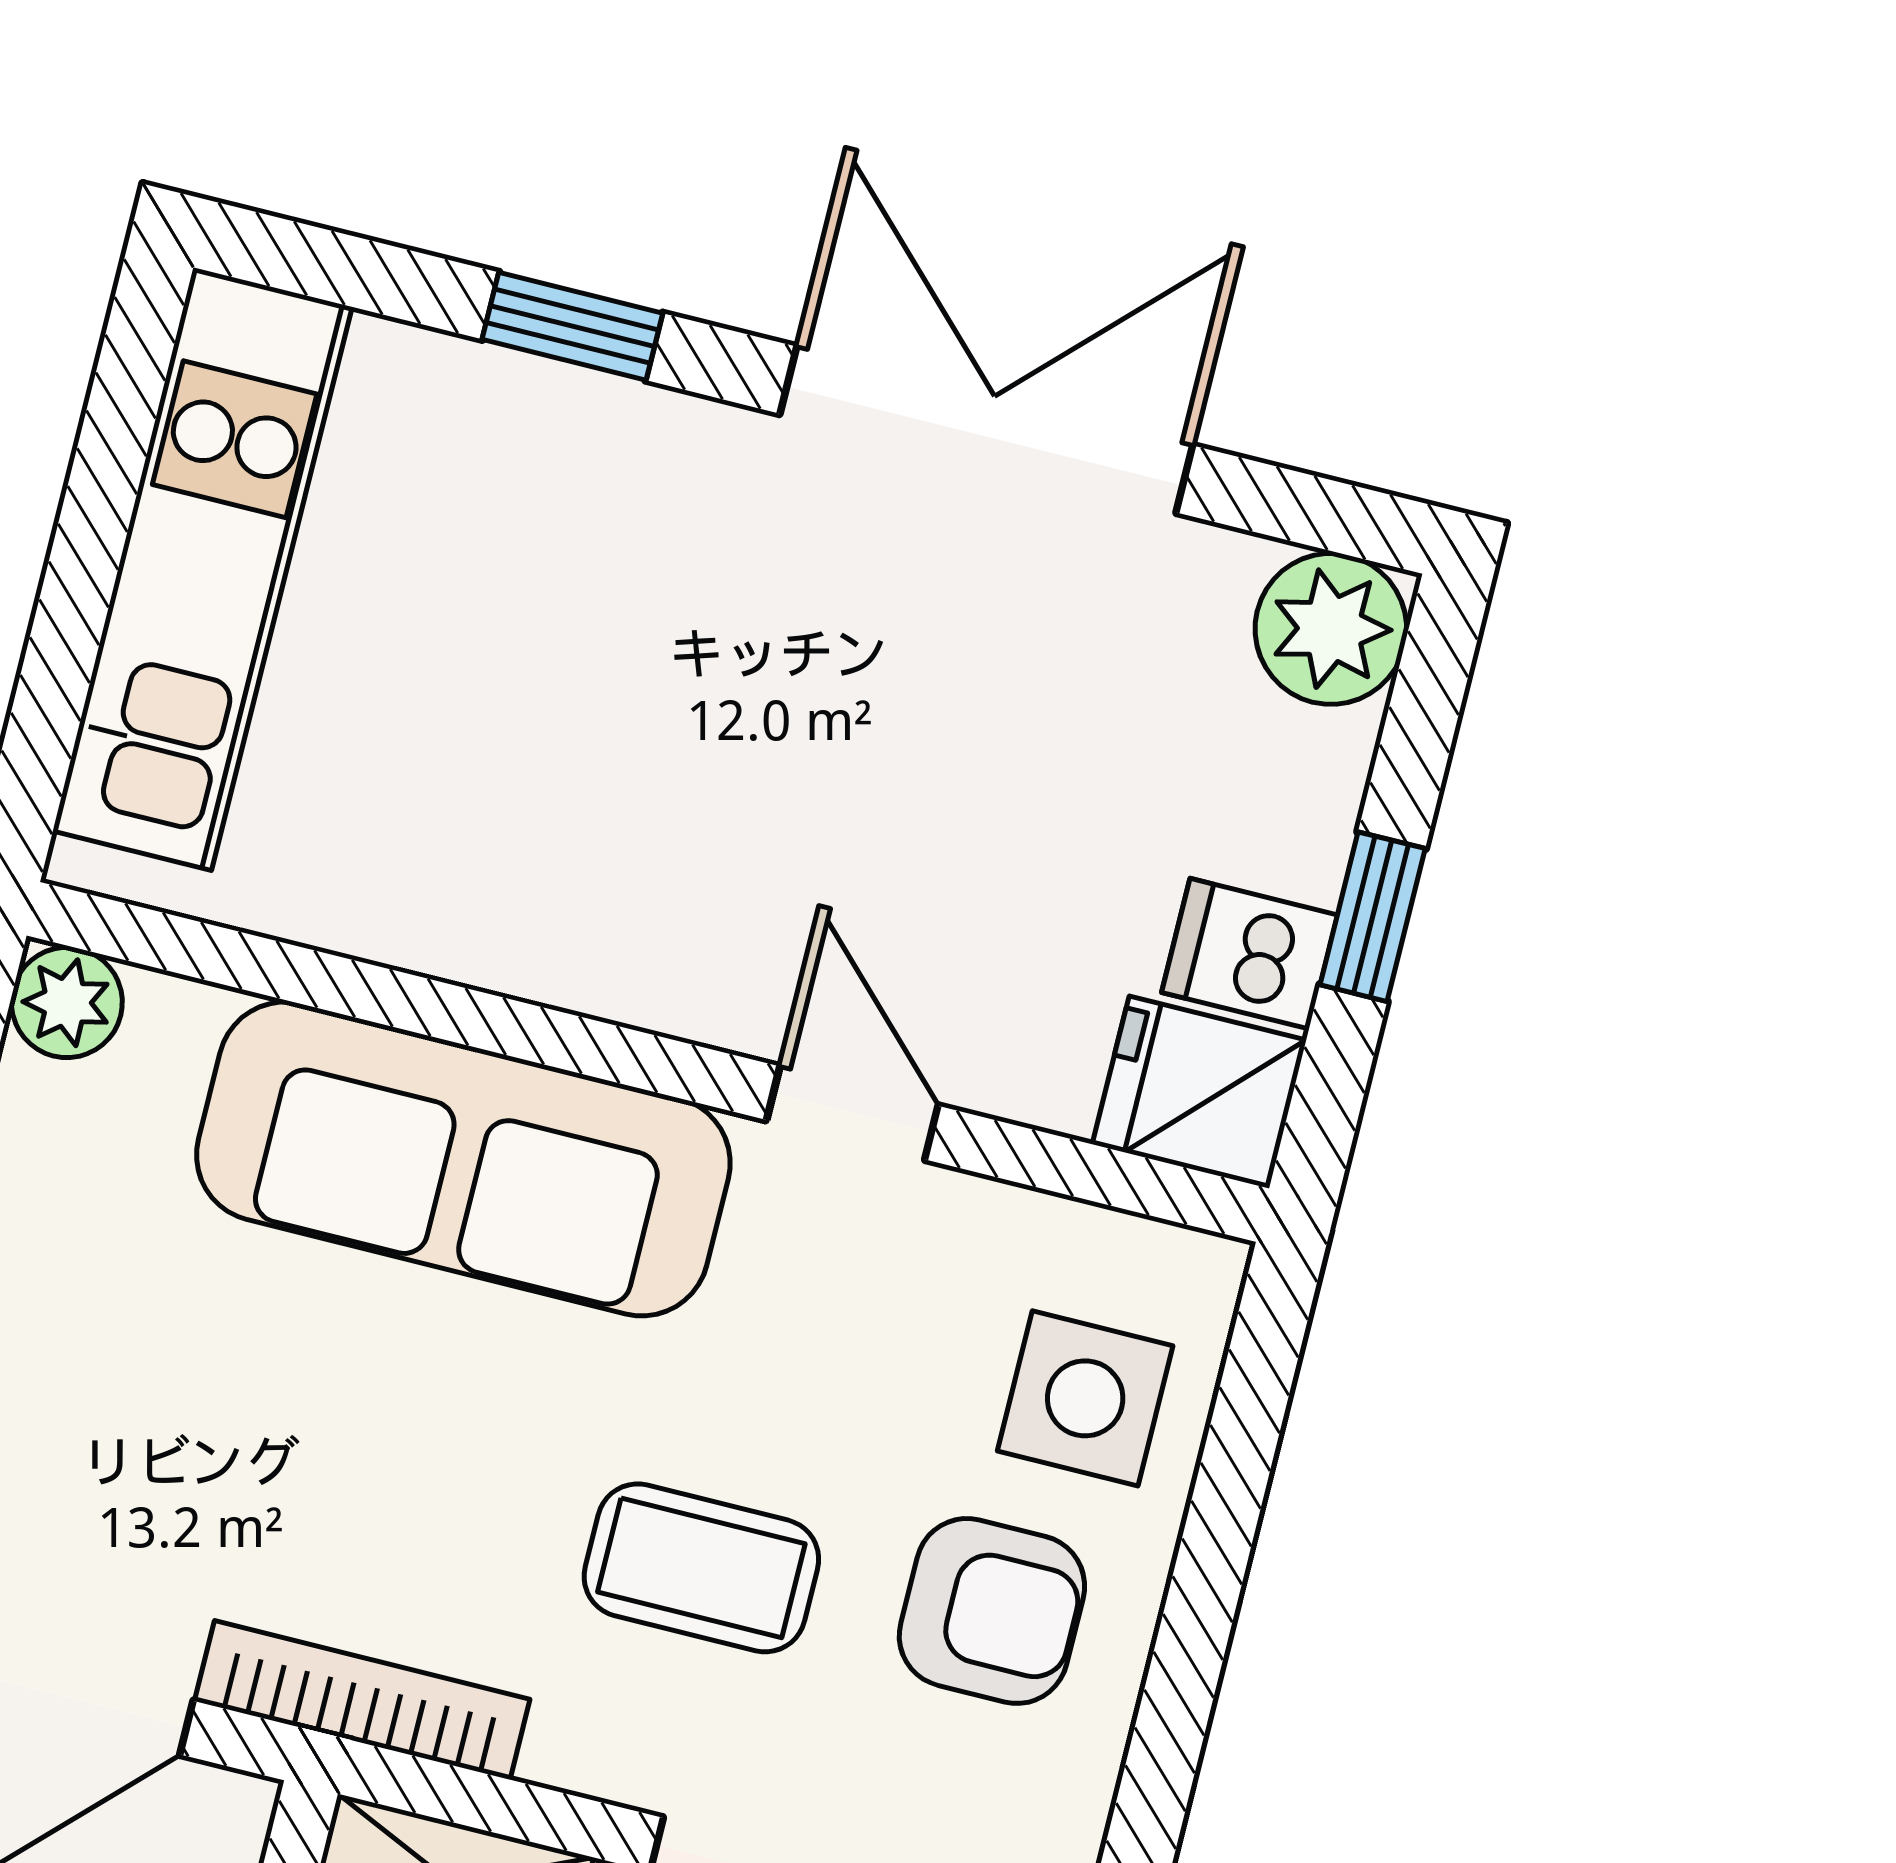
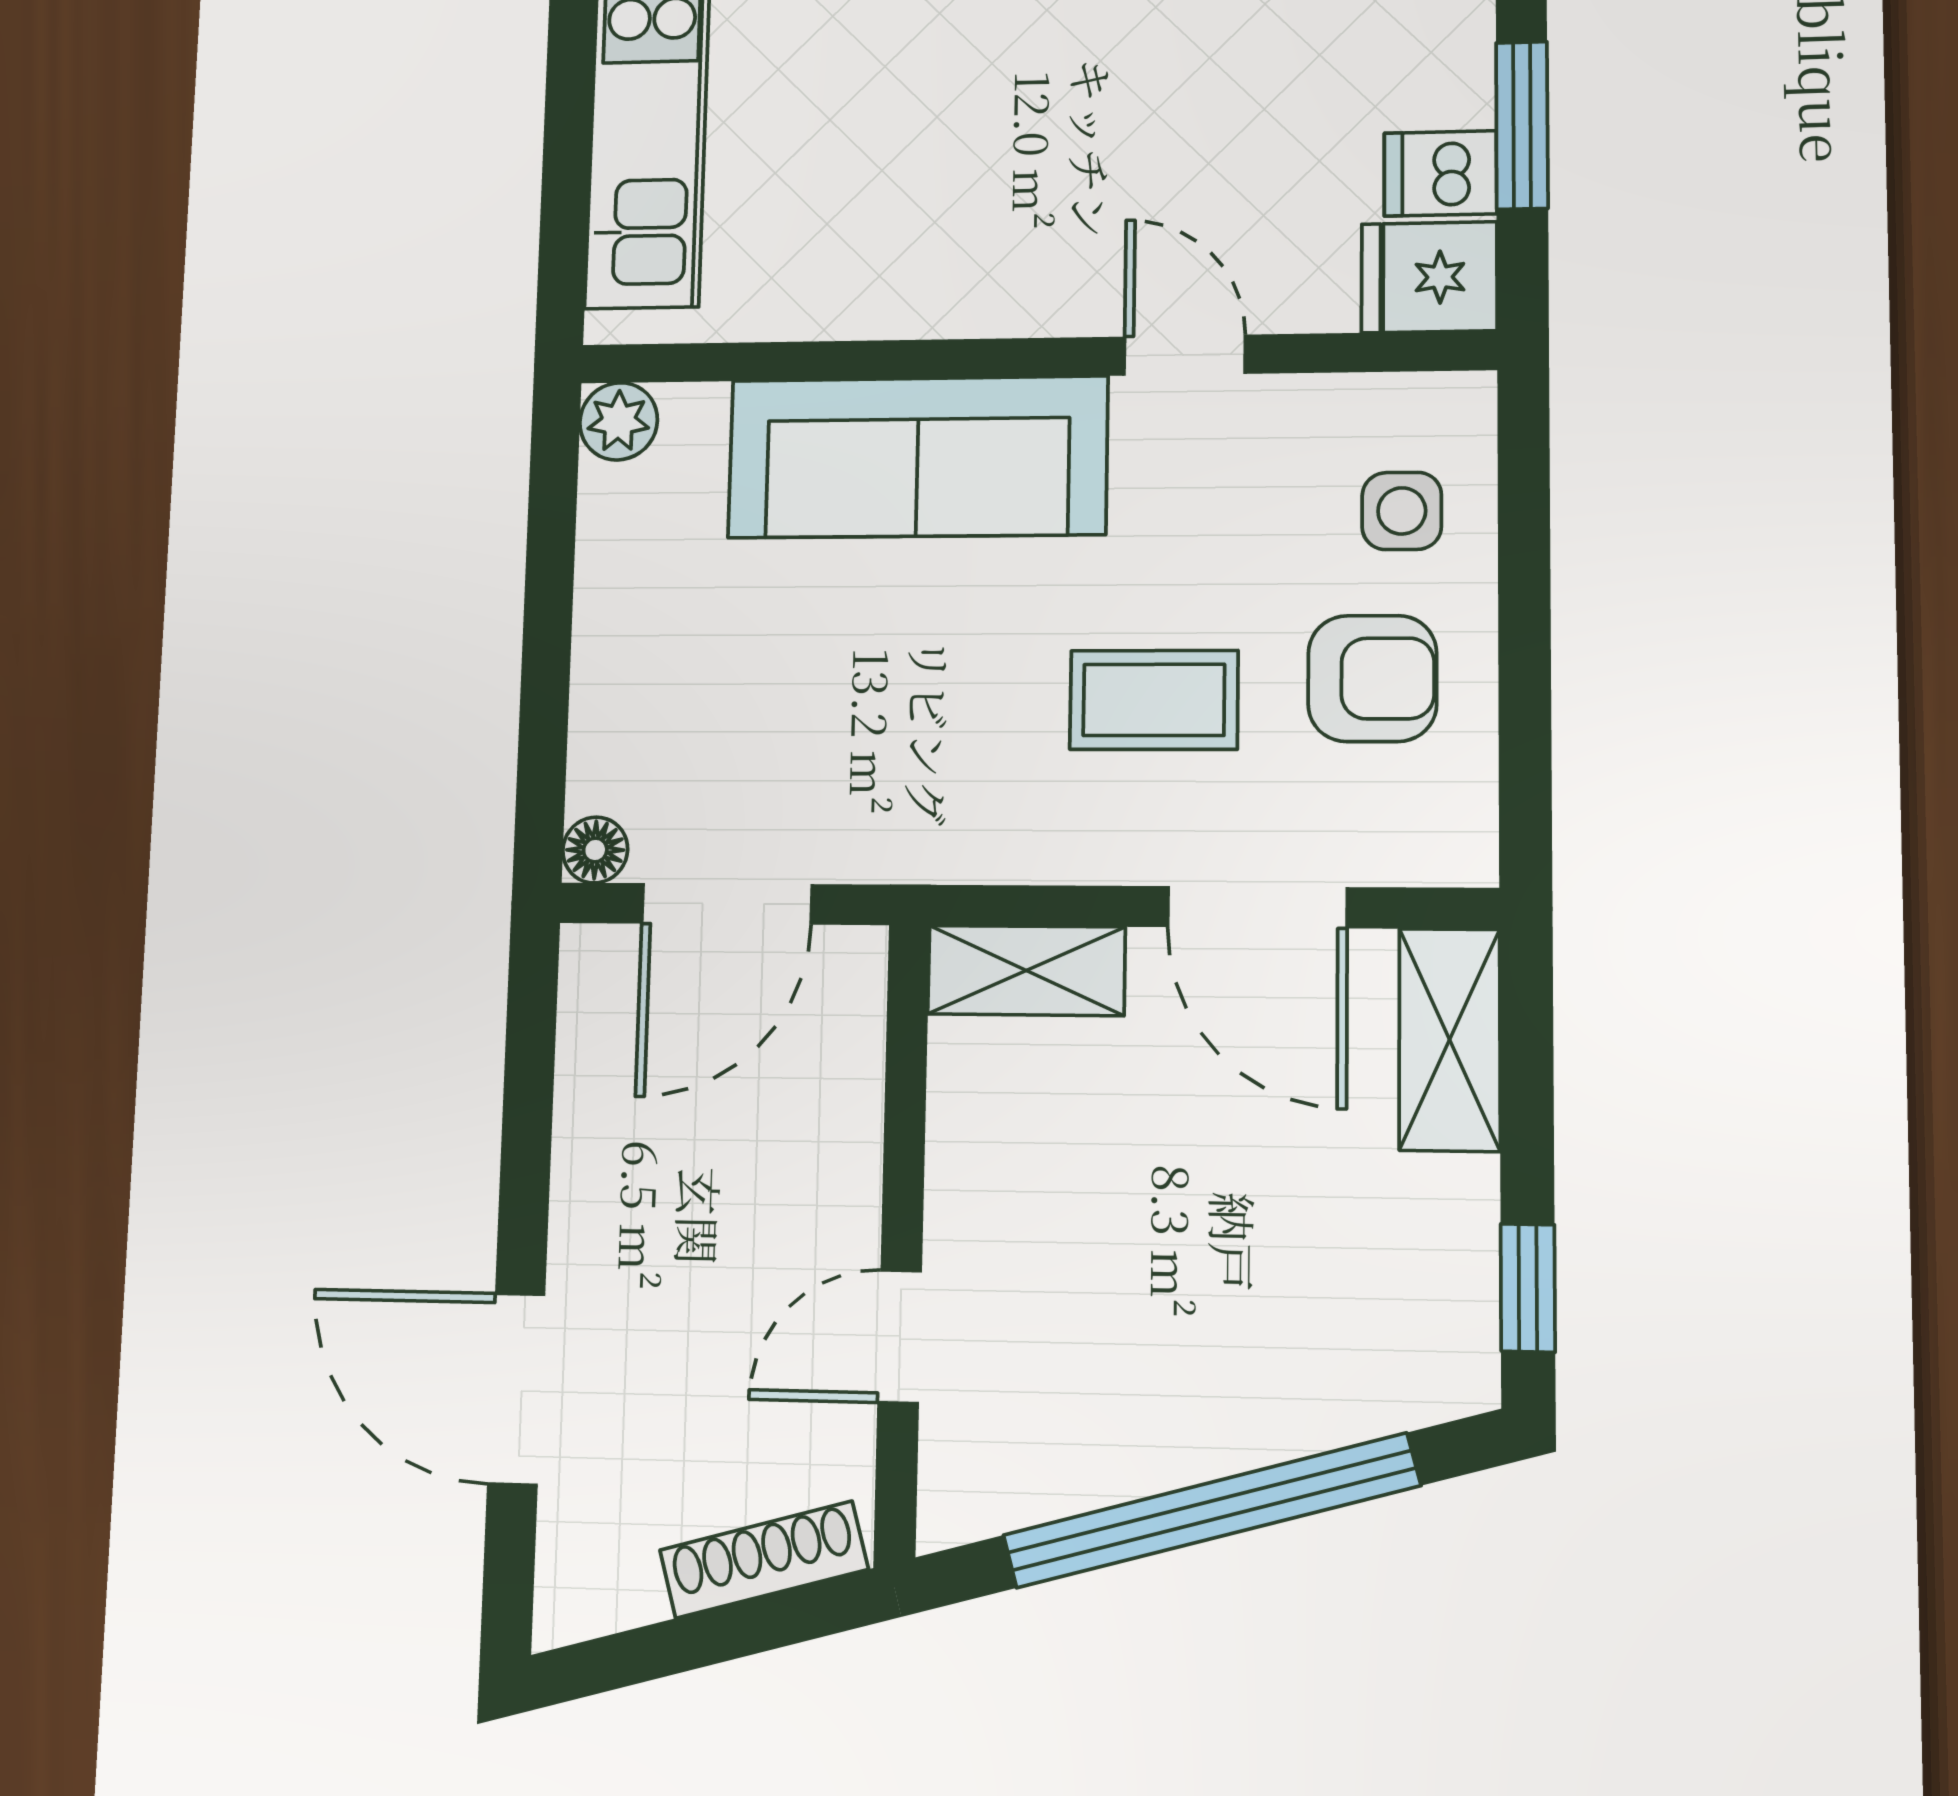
window: (1373, 917) -> (1522, 125), width x1.50
side table: (1085, 1398) -> (1402, 511), width x0.73, depth x0.73
bookcase: (362, 1700) -> (932, 854), removed

